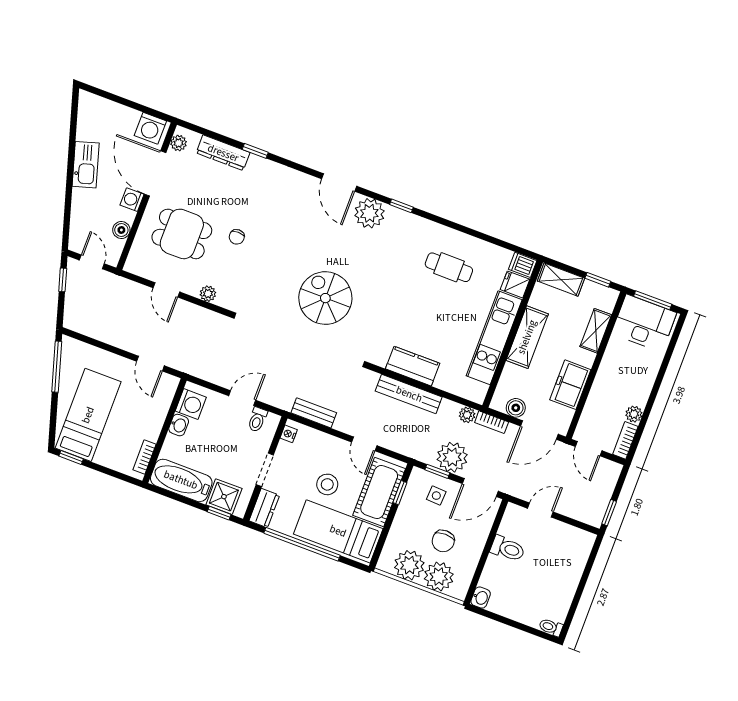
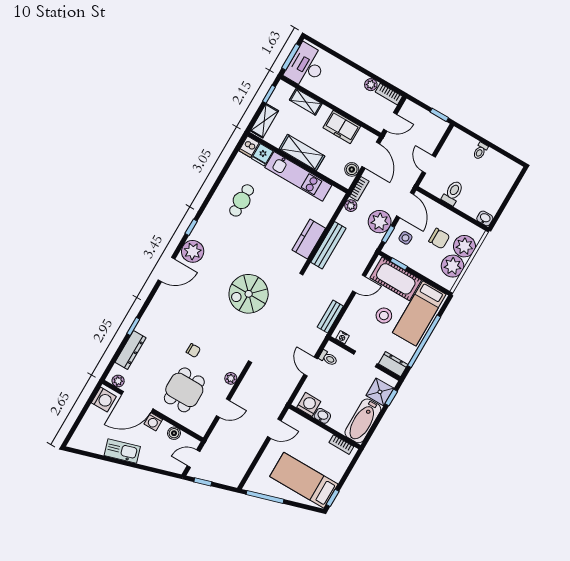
toilet: (551, 627) -> (480, 151), moved

